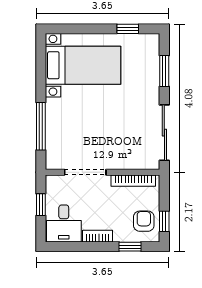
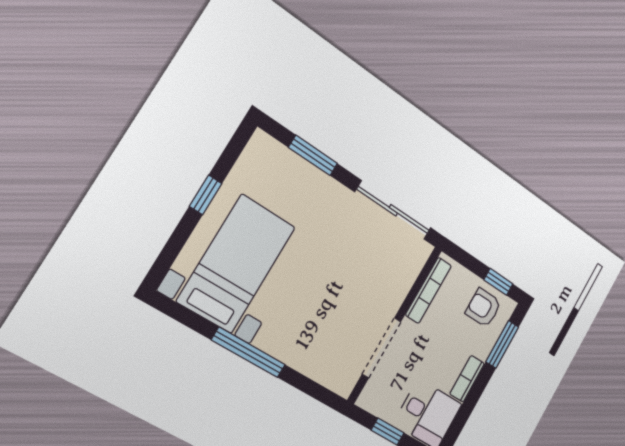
window: (128, 29) -> (206, 195), moved
window: (41, 126) -> (249, 352), moved
window: (130, 247) -> (502, 344), width x1.50

